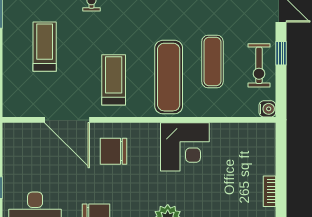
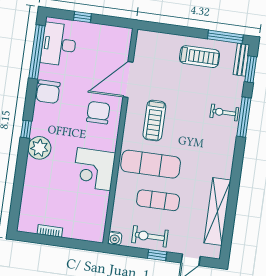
treadmill: (45, 47) -> (199, 57), moved
treadmill: (114, 80) -> (154, 120), turned 90

